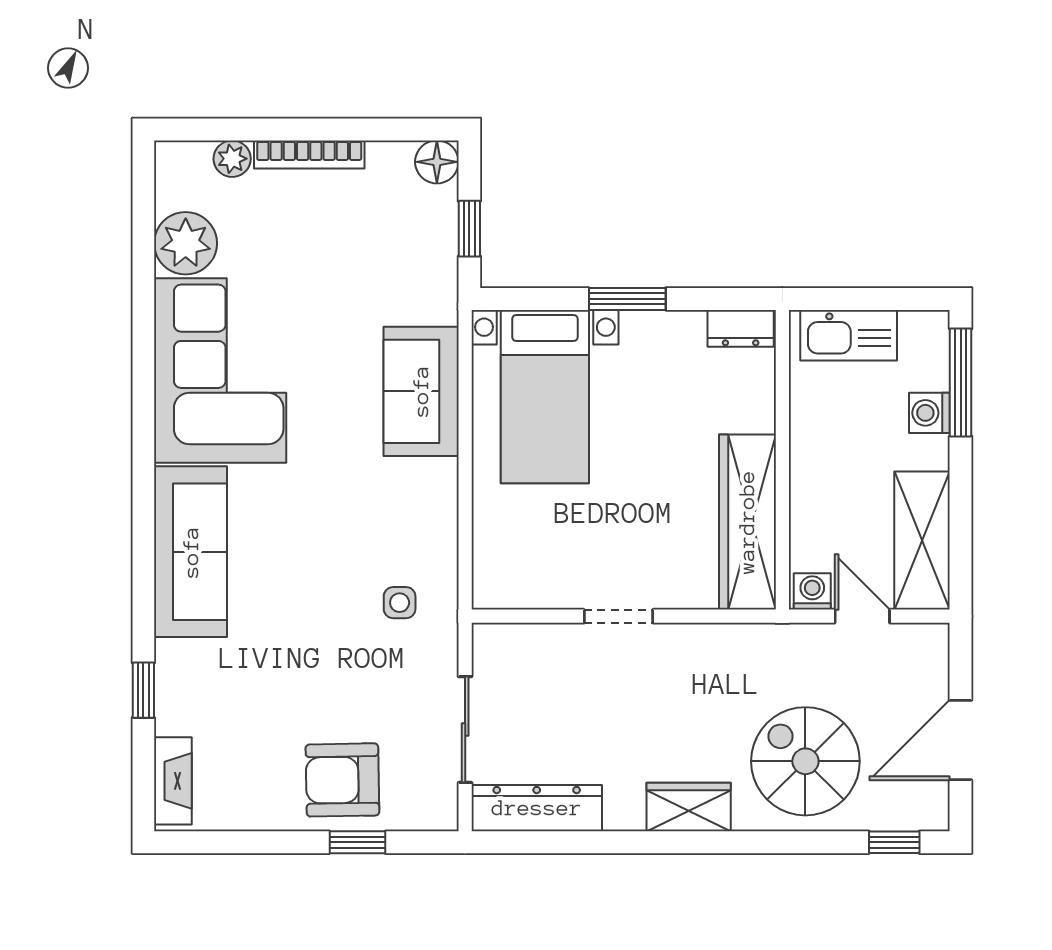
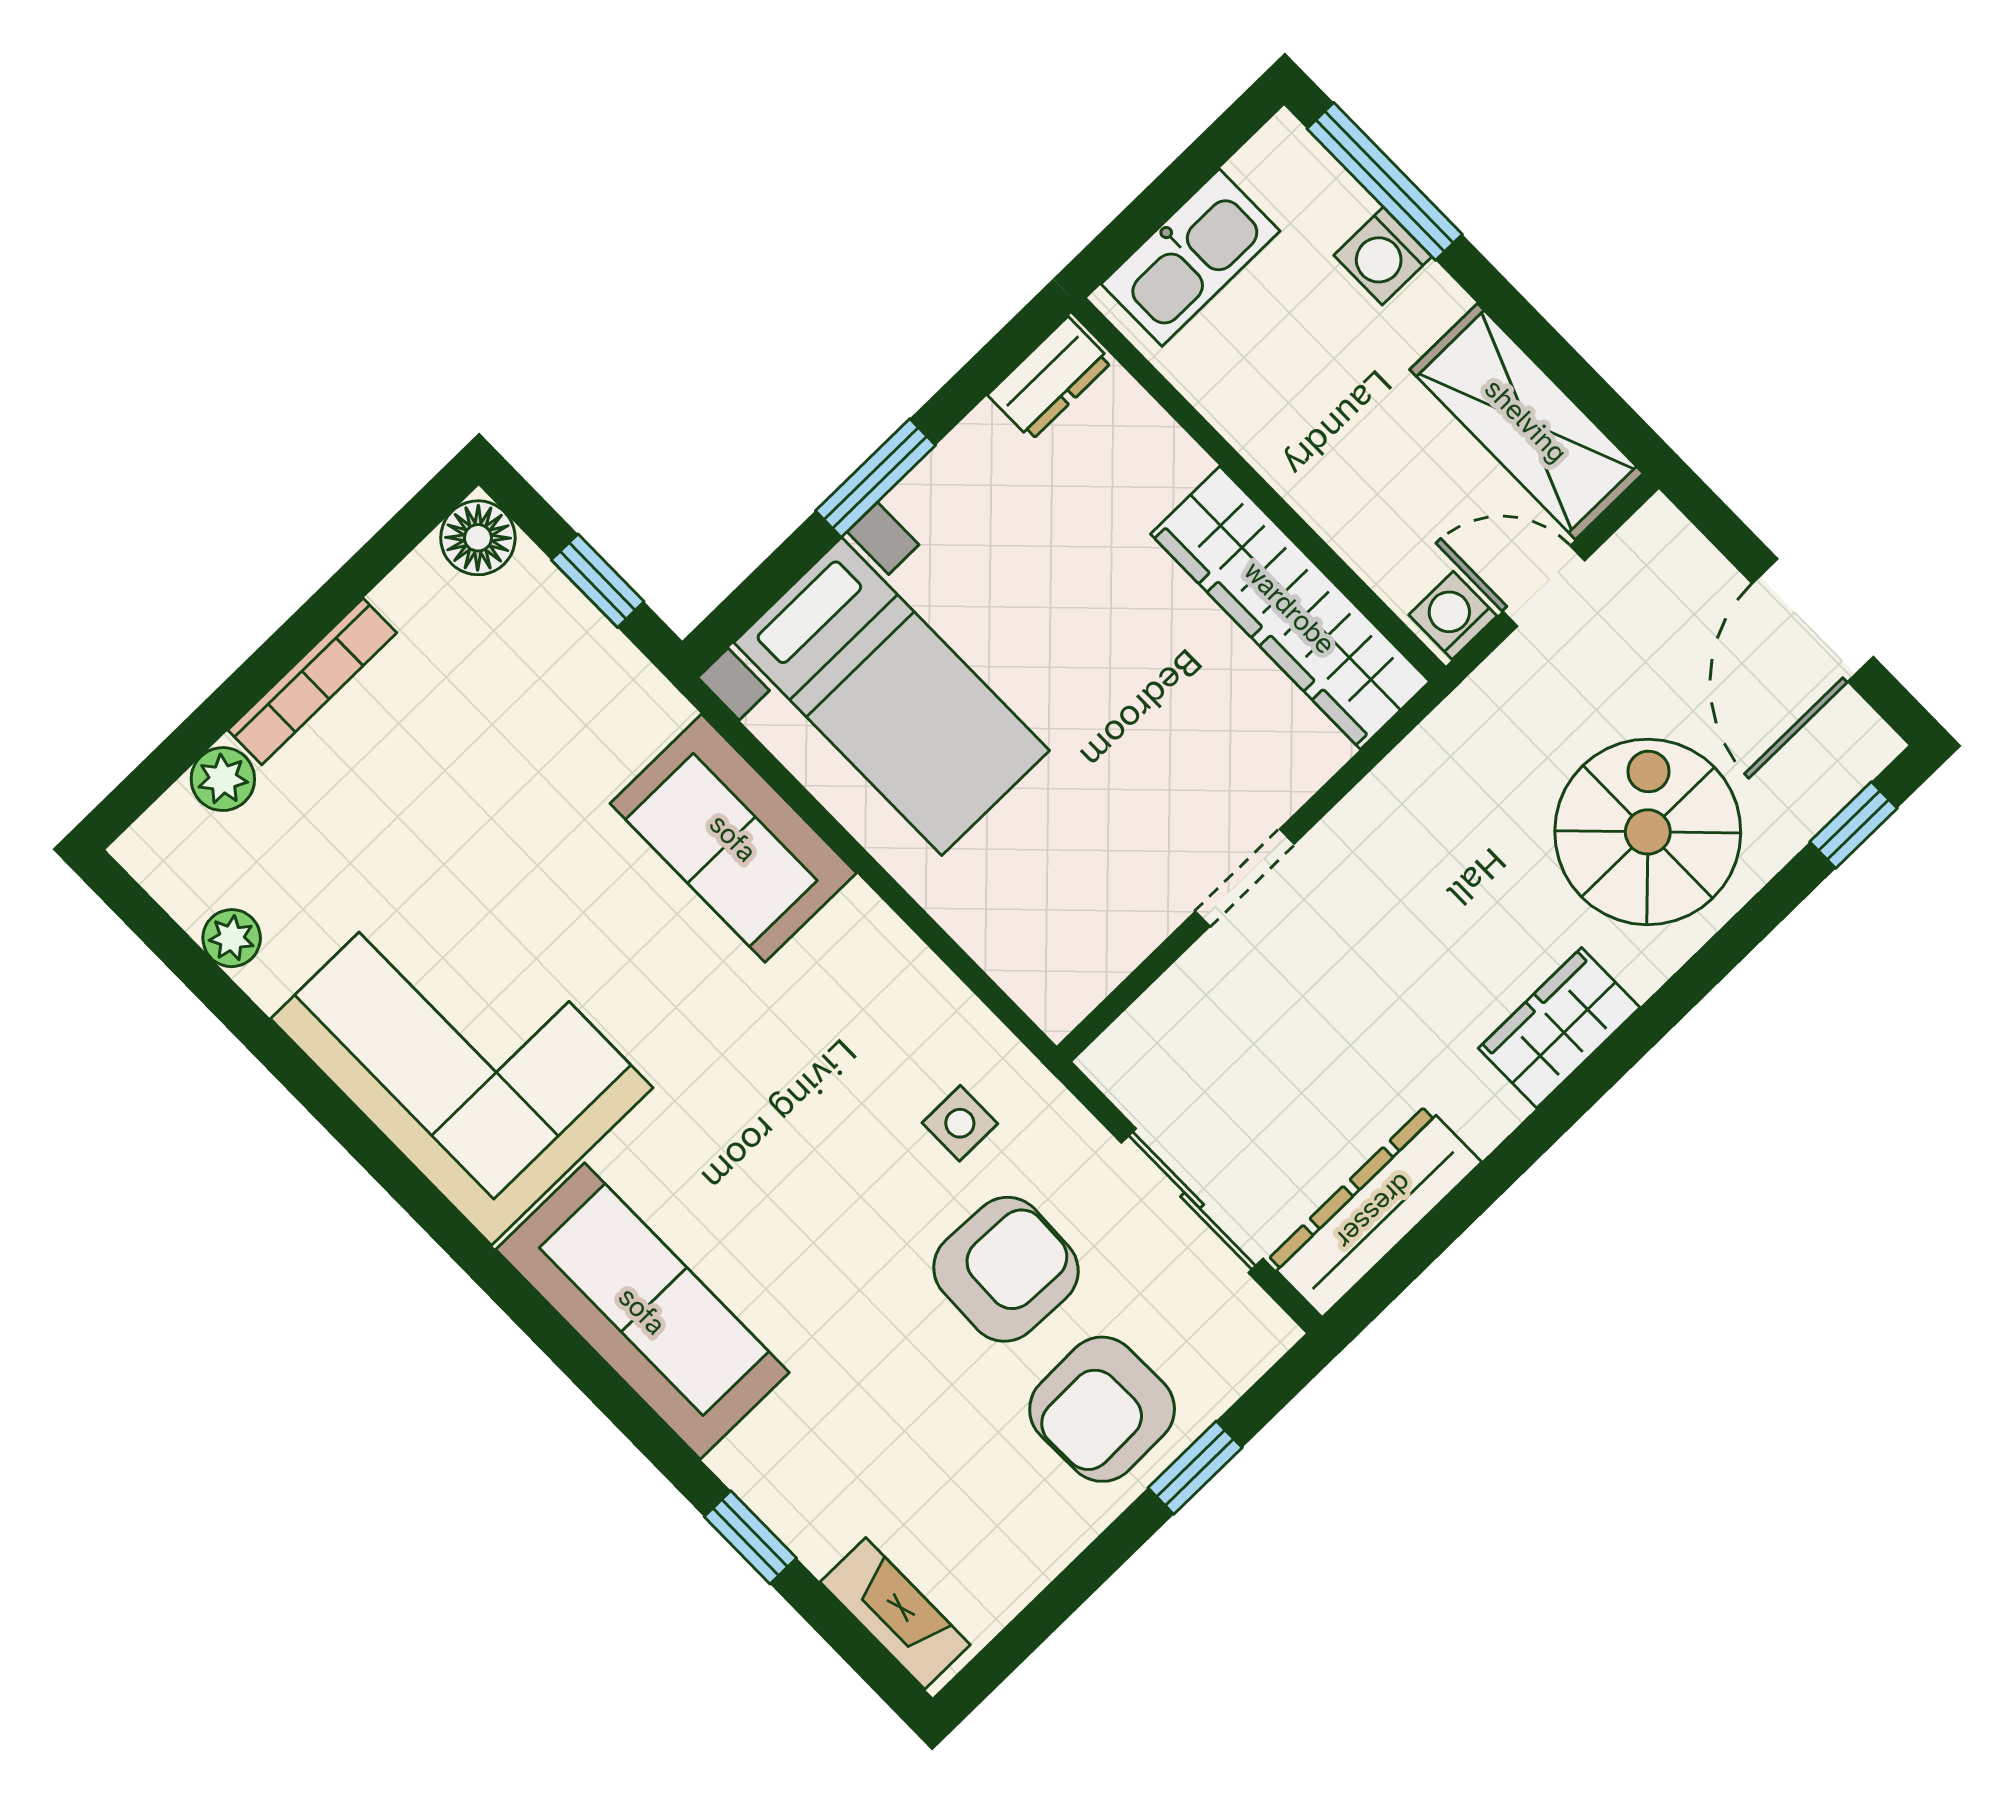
plant: (186, 243) -> (232, 938), width x0.53, depth x0.53
armchair: (359, 682) -> (1006, 1269), added
spiral stairs: (805, 761) -> (1648, 832), turned 90

